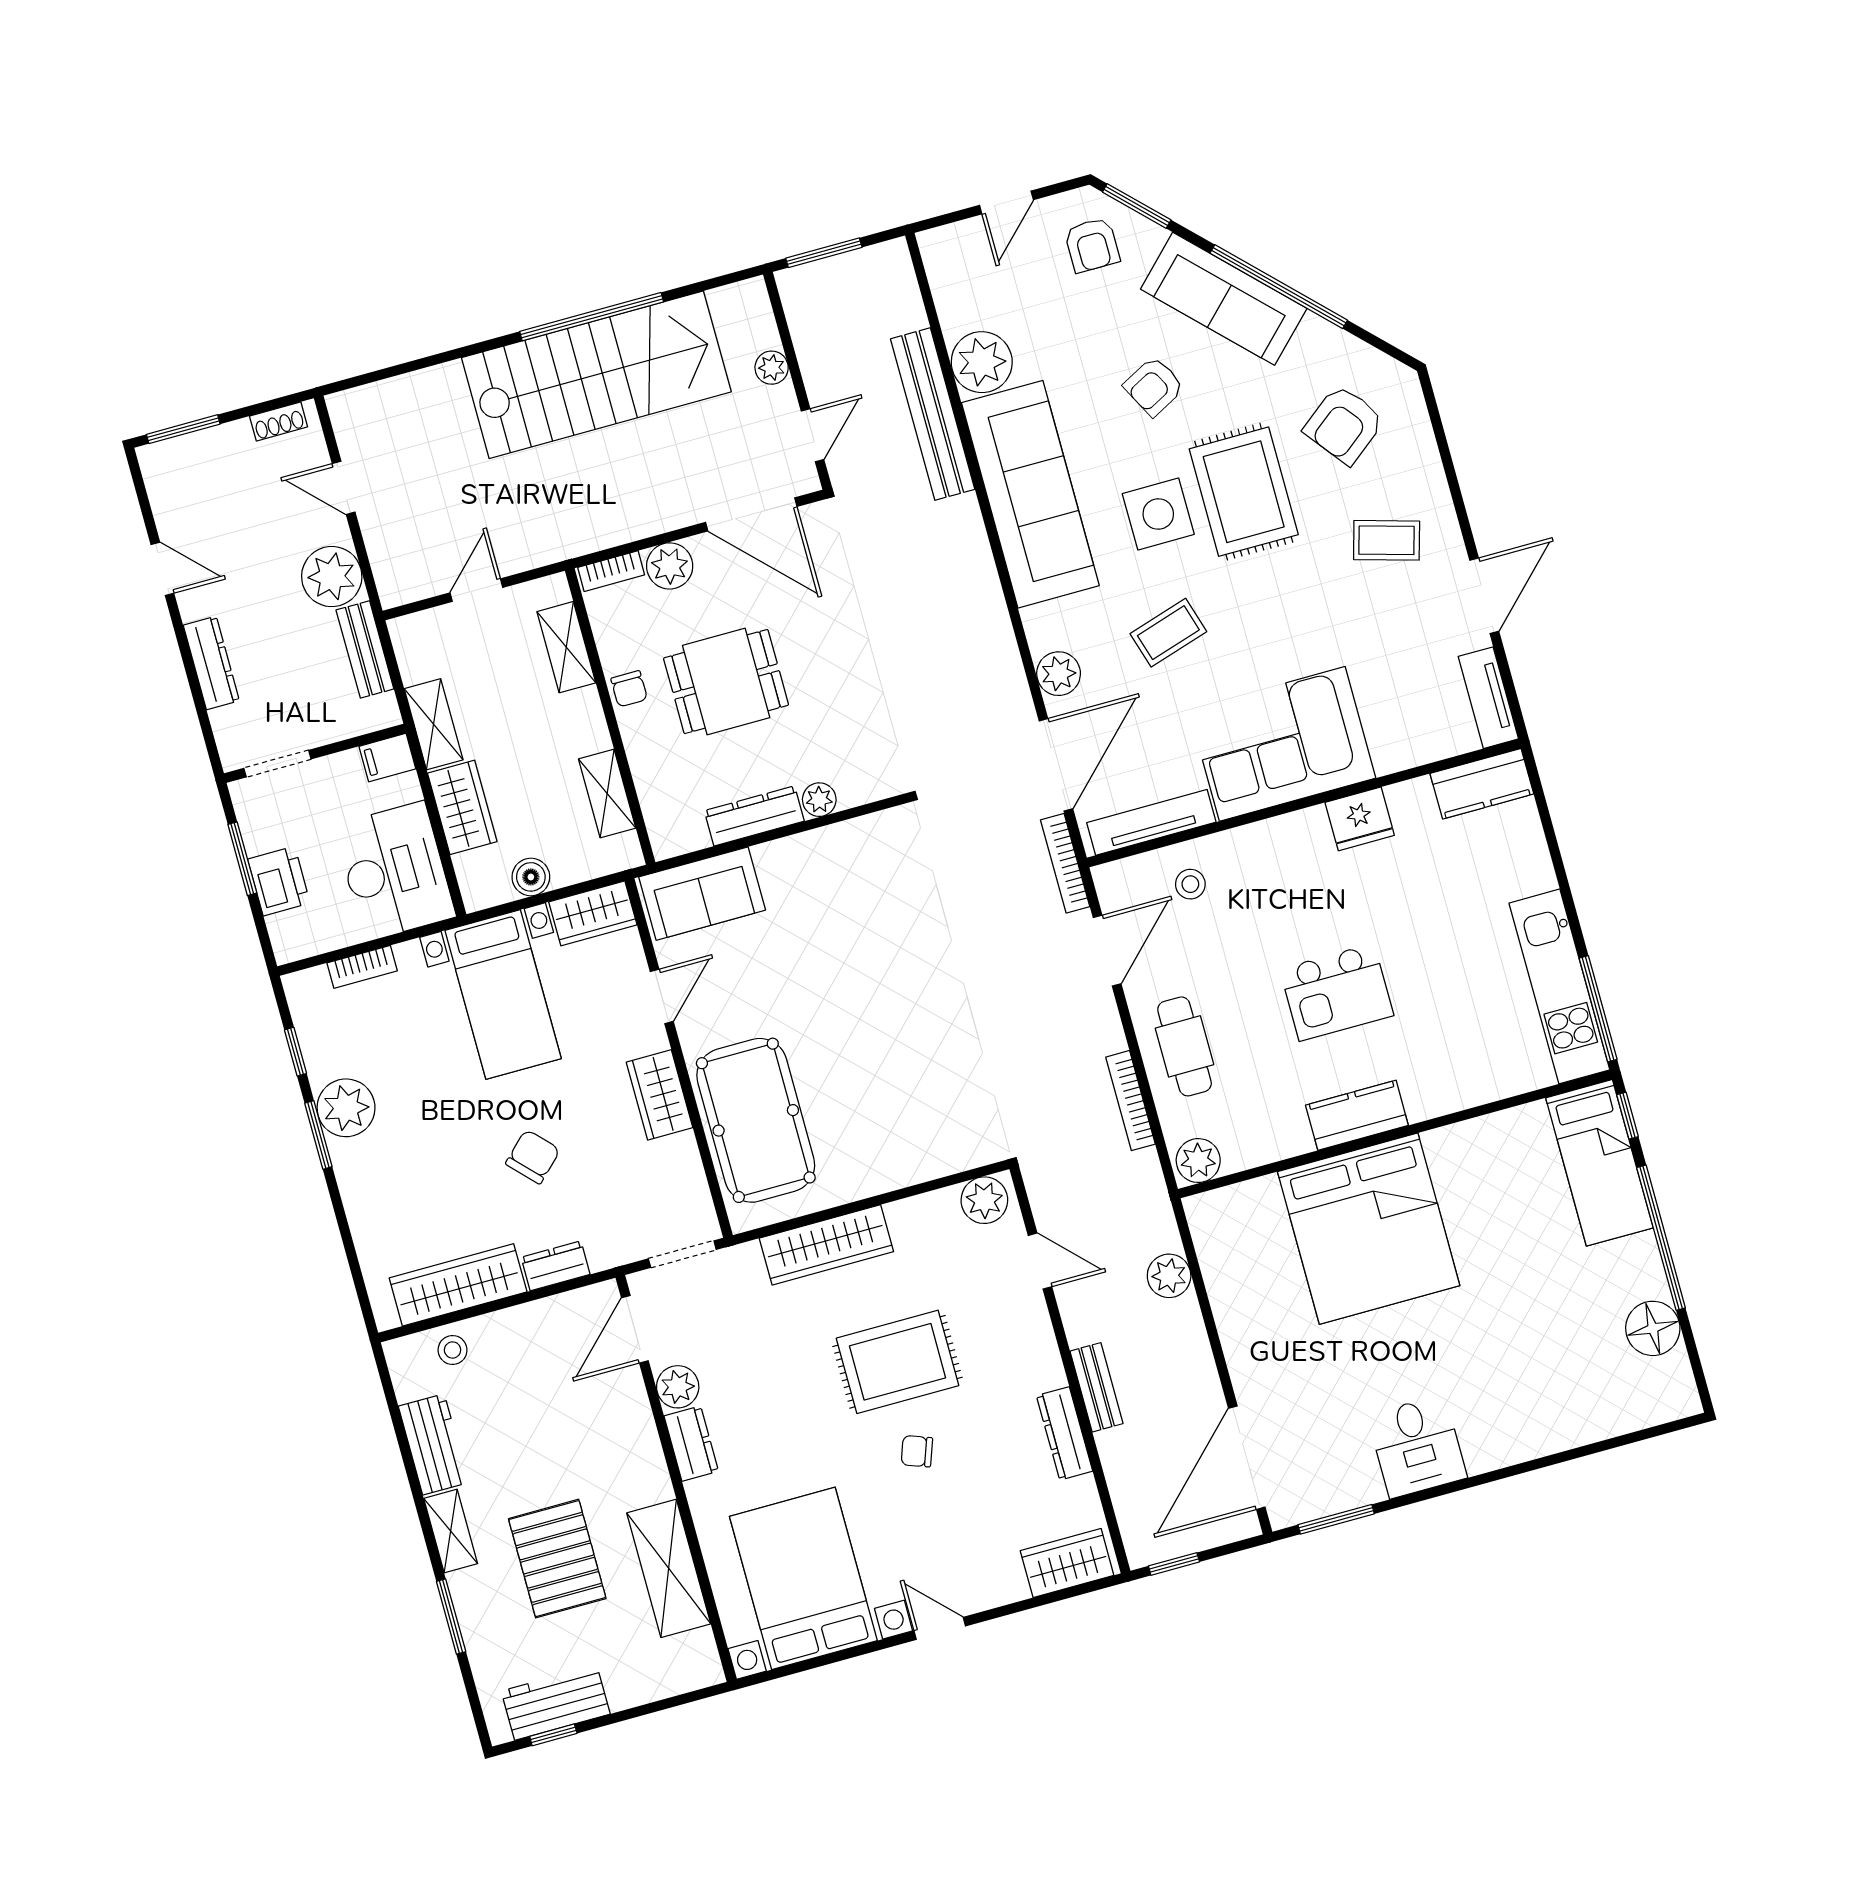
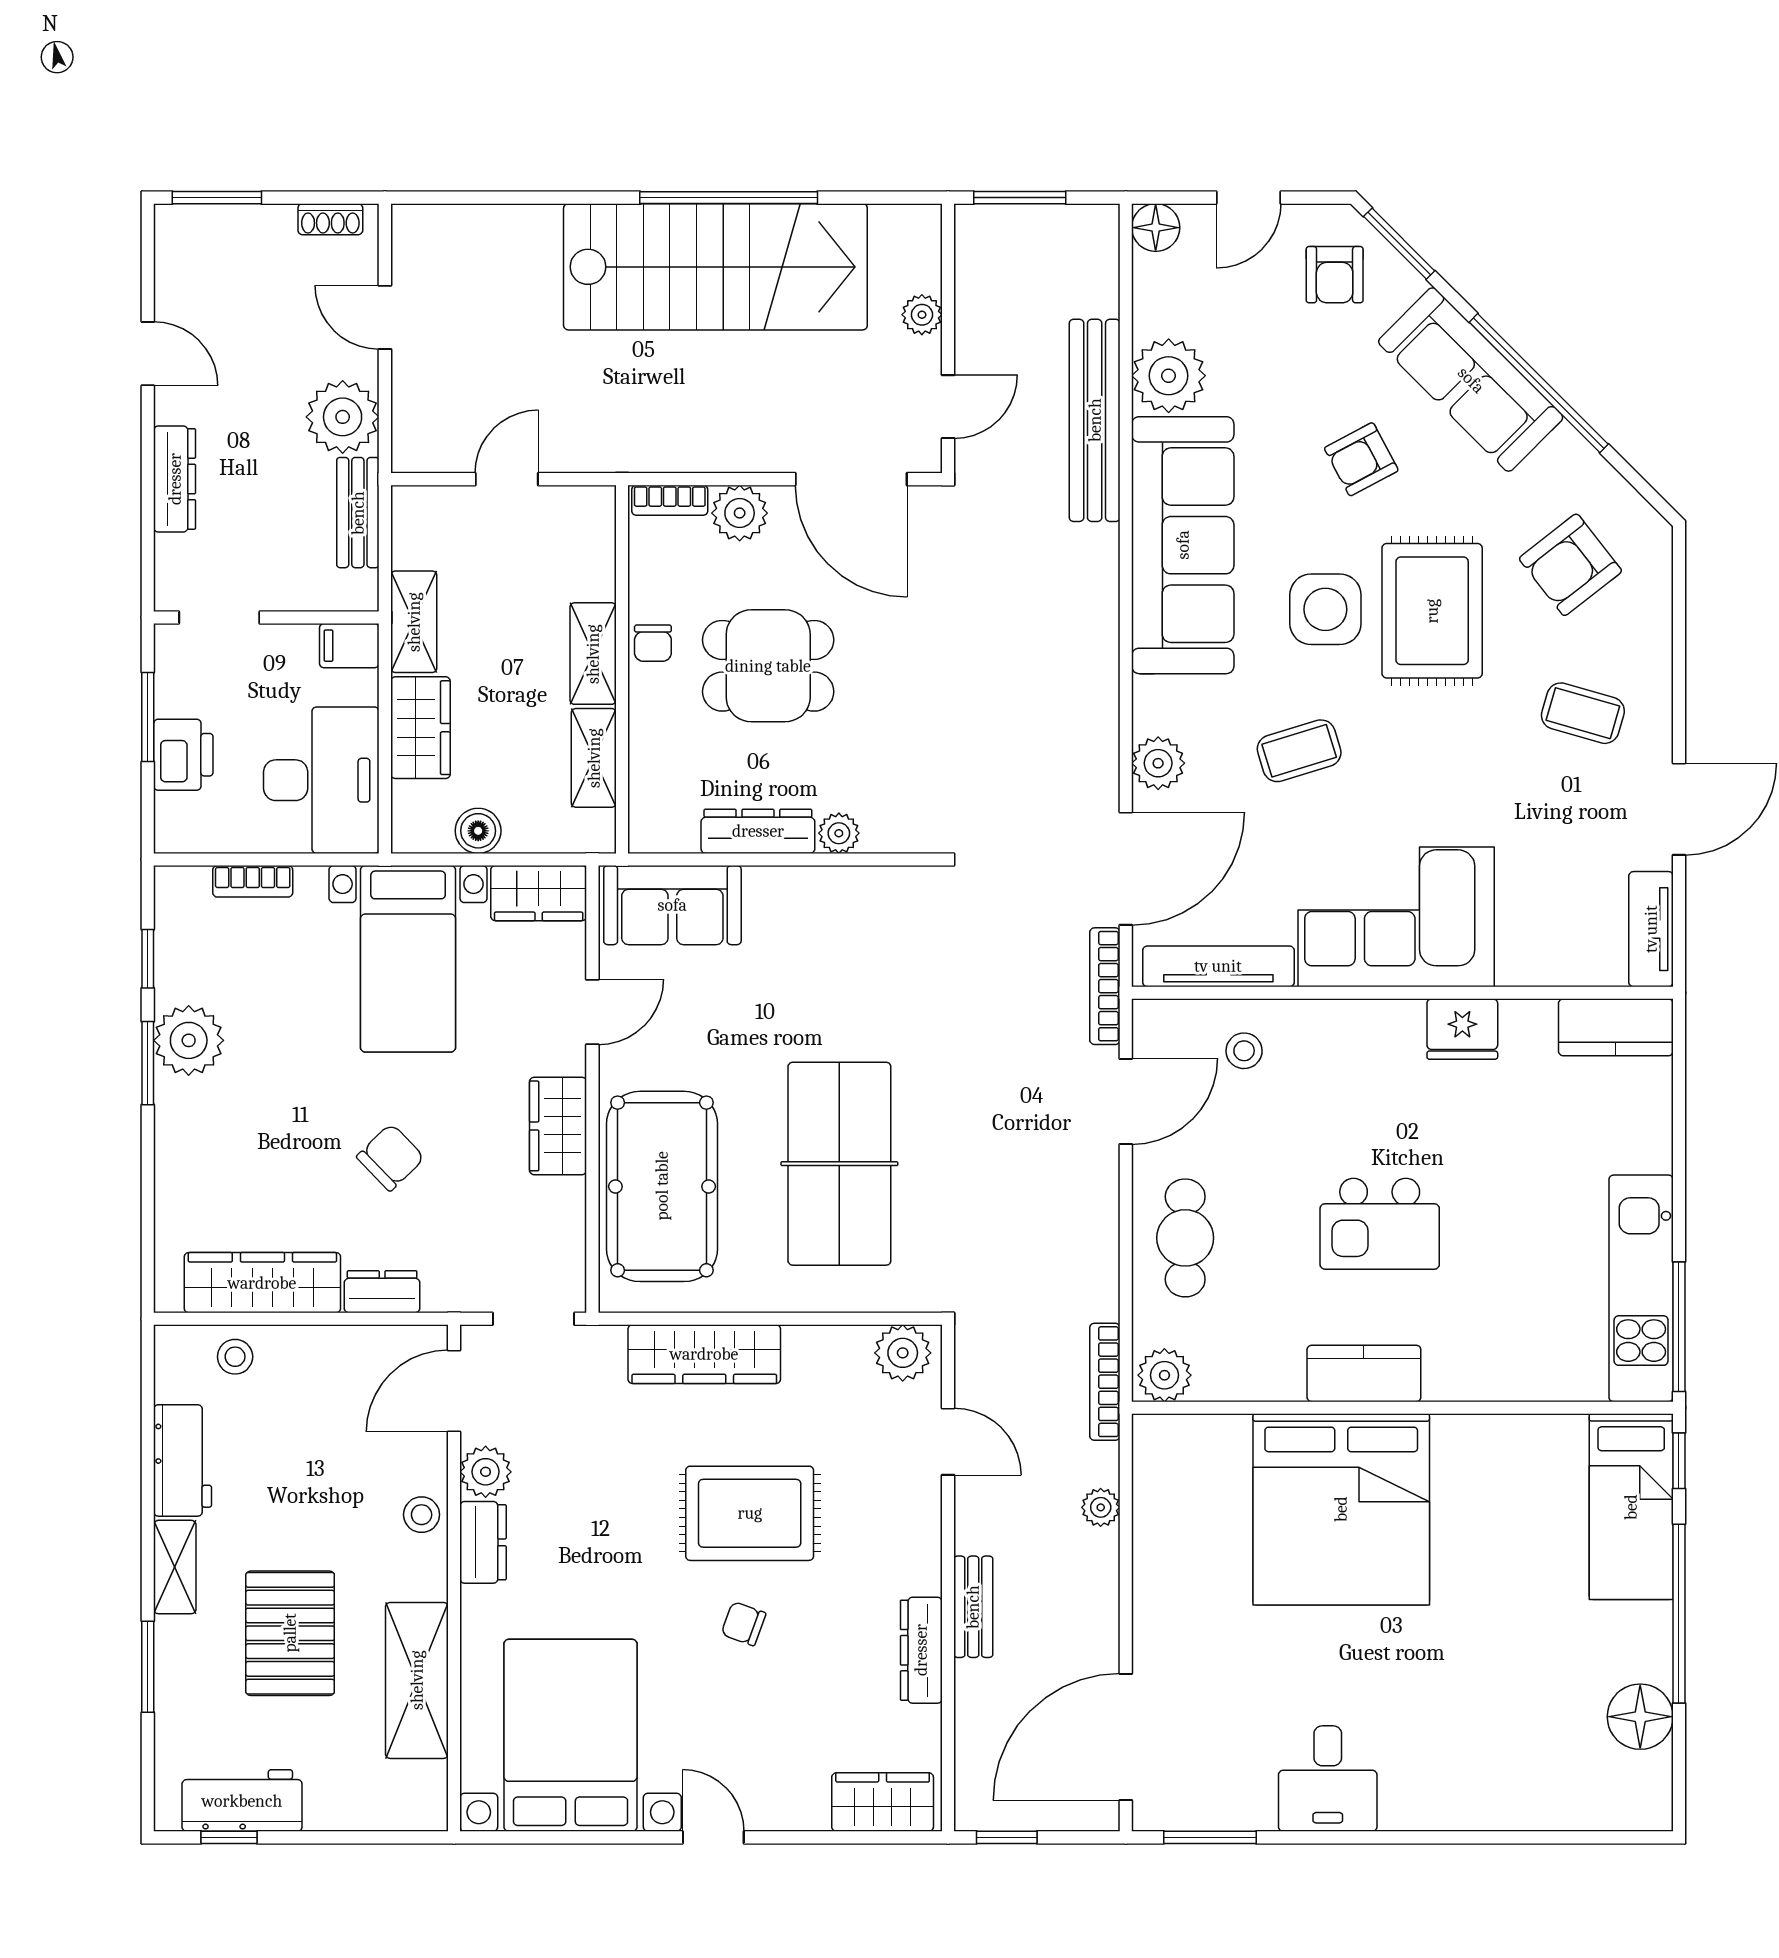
floor lamp: (939, 247) -> (1156, 228), added
shelving: (566, 647) -> (593, 654), moved
table tennis table: (892, 1063) -> (839, 1164), added
bookcase: (1130, 1101) -> (1105, 1382), moved
plant: (1169, 1276) -> (1101, 1507), width x0.73, depth x0.73
stool: (636, 1435) -> (422, 1515), added

